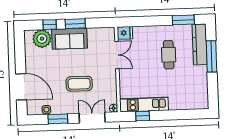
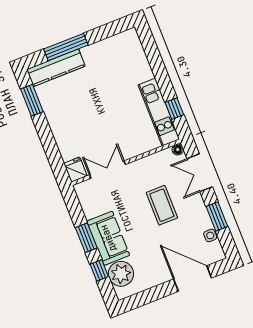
cafe table: (169, 55) -> (83, 103), removed
door: (21, 87) -> (193, 279), hinge flipped

